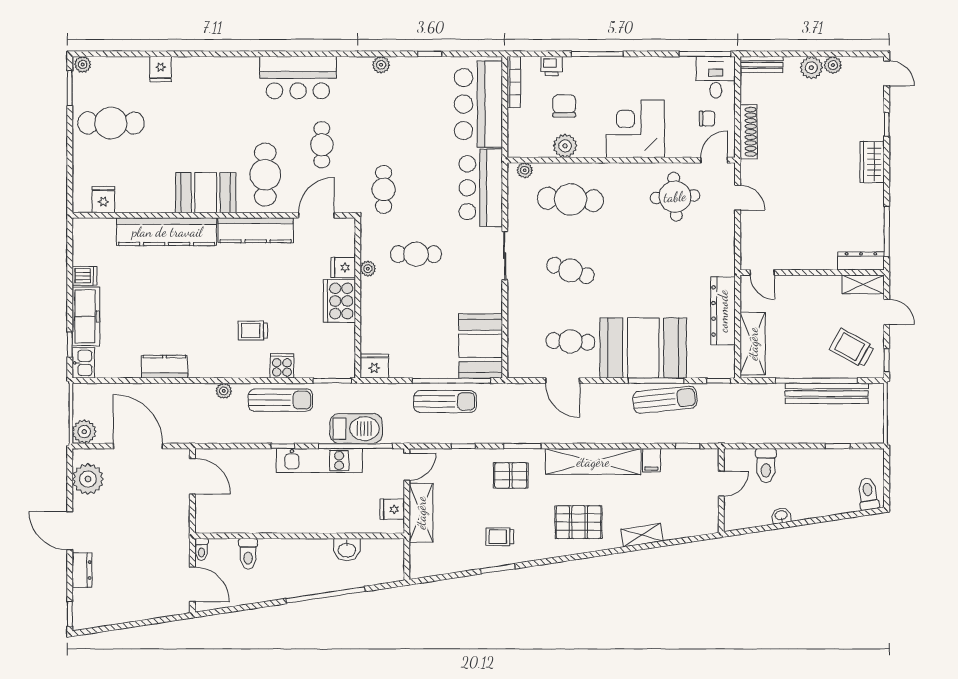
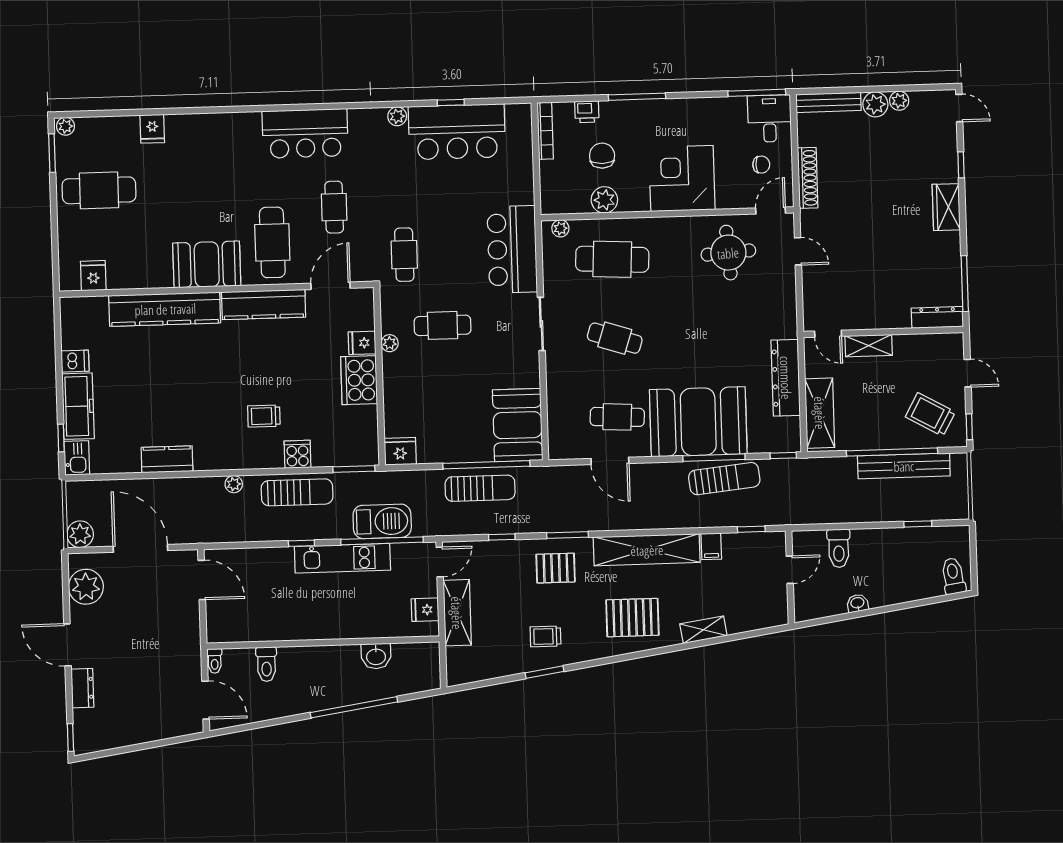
bench: (761, 65) -> (829, 102), width x1.36
bar counter: (478, 104) -> (457, 132), moved, turned -90
shelving: (863, 284) -> (869, 346), moved

